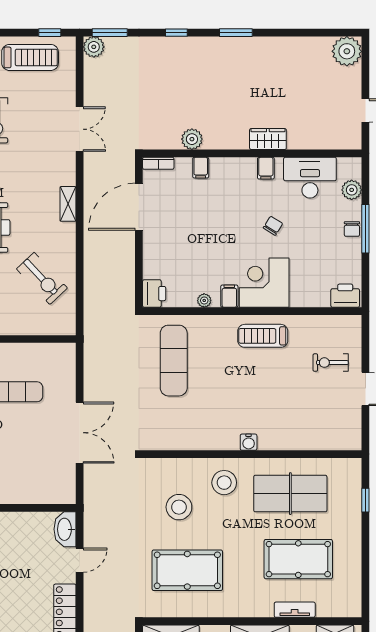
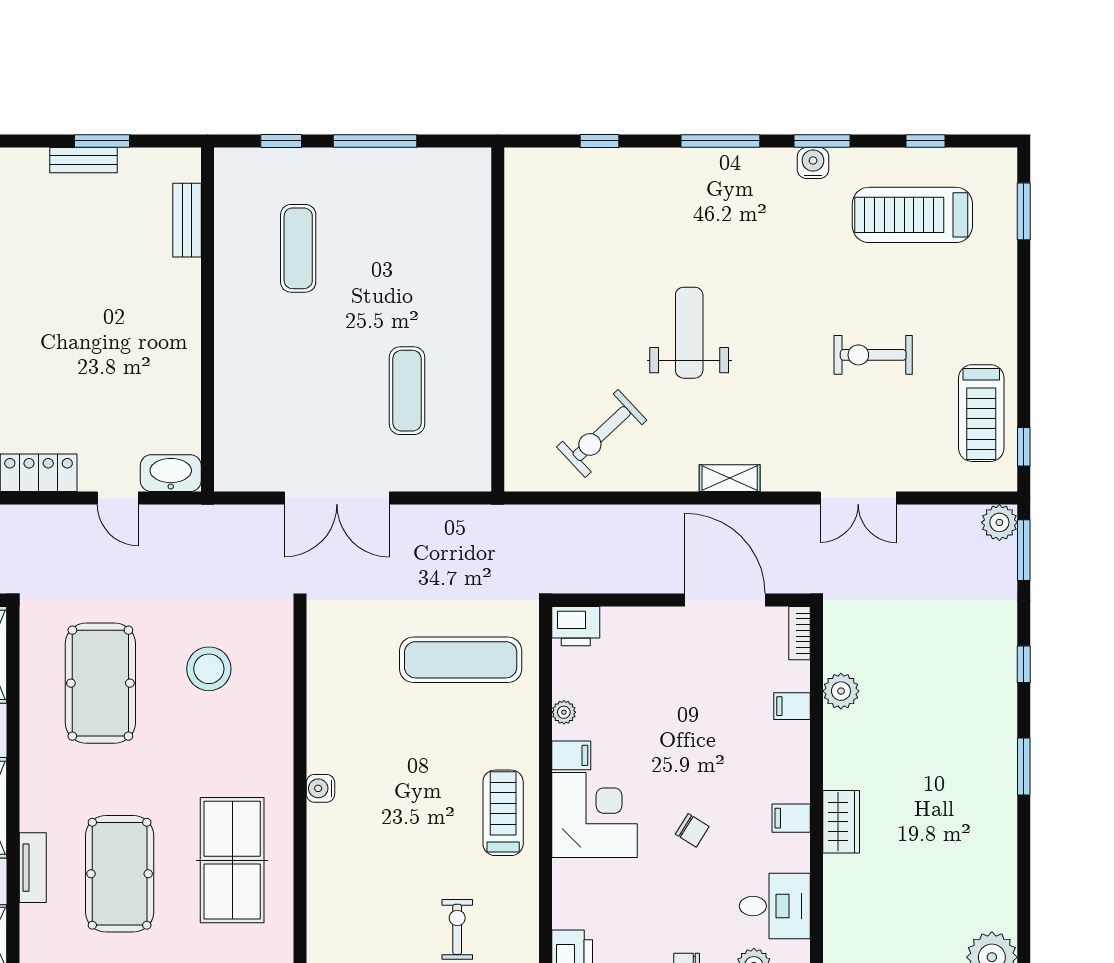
desk: (310, 178) -> (775, 906), width x0.73
stool: (224, 483) -> (251, 746), removed

